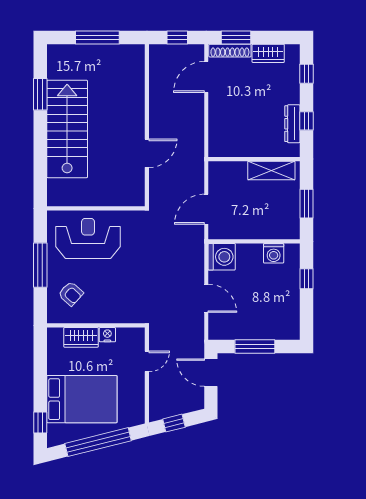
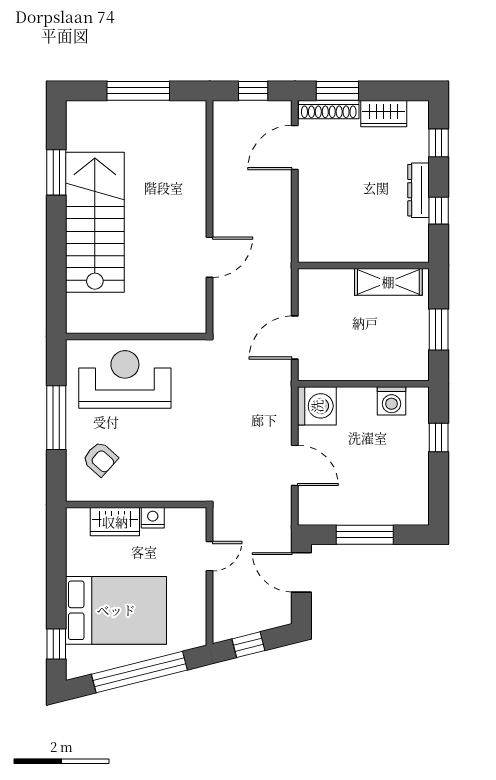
dresser: (292, 124) -> (419, 190), moved

